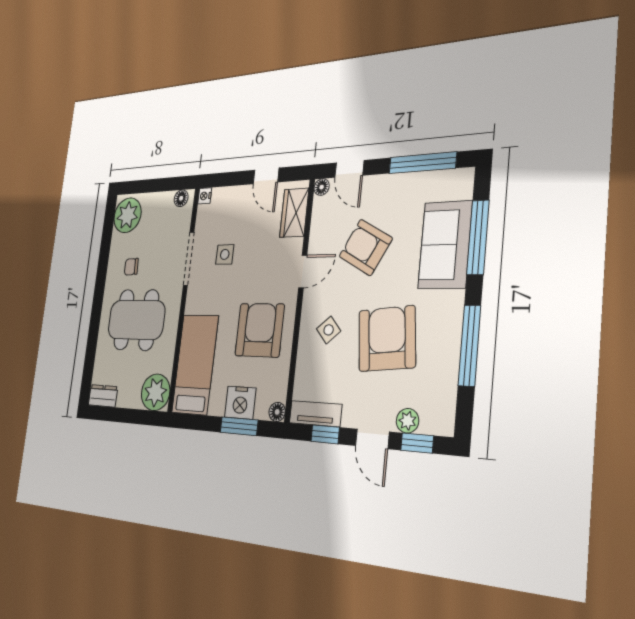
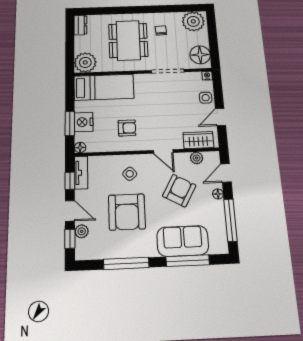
floor lamp: (322, 187) -> (218, 194), moved
floor lamp: (181, 198) -> (200, 55), width x1.89, depth x1.89
plant: (320, 217) -> (197, 158), added
side table: (225, 254) -> (206, 98), moved
armchair: (260, 330) -> (127, 128), width x0.53, depth x0.53
armchair: (387, 339) -> (127, 212), turned 96
door: (372, 439) -> (70, 211), swing flipped

